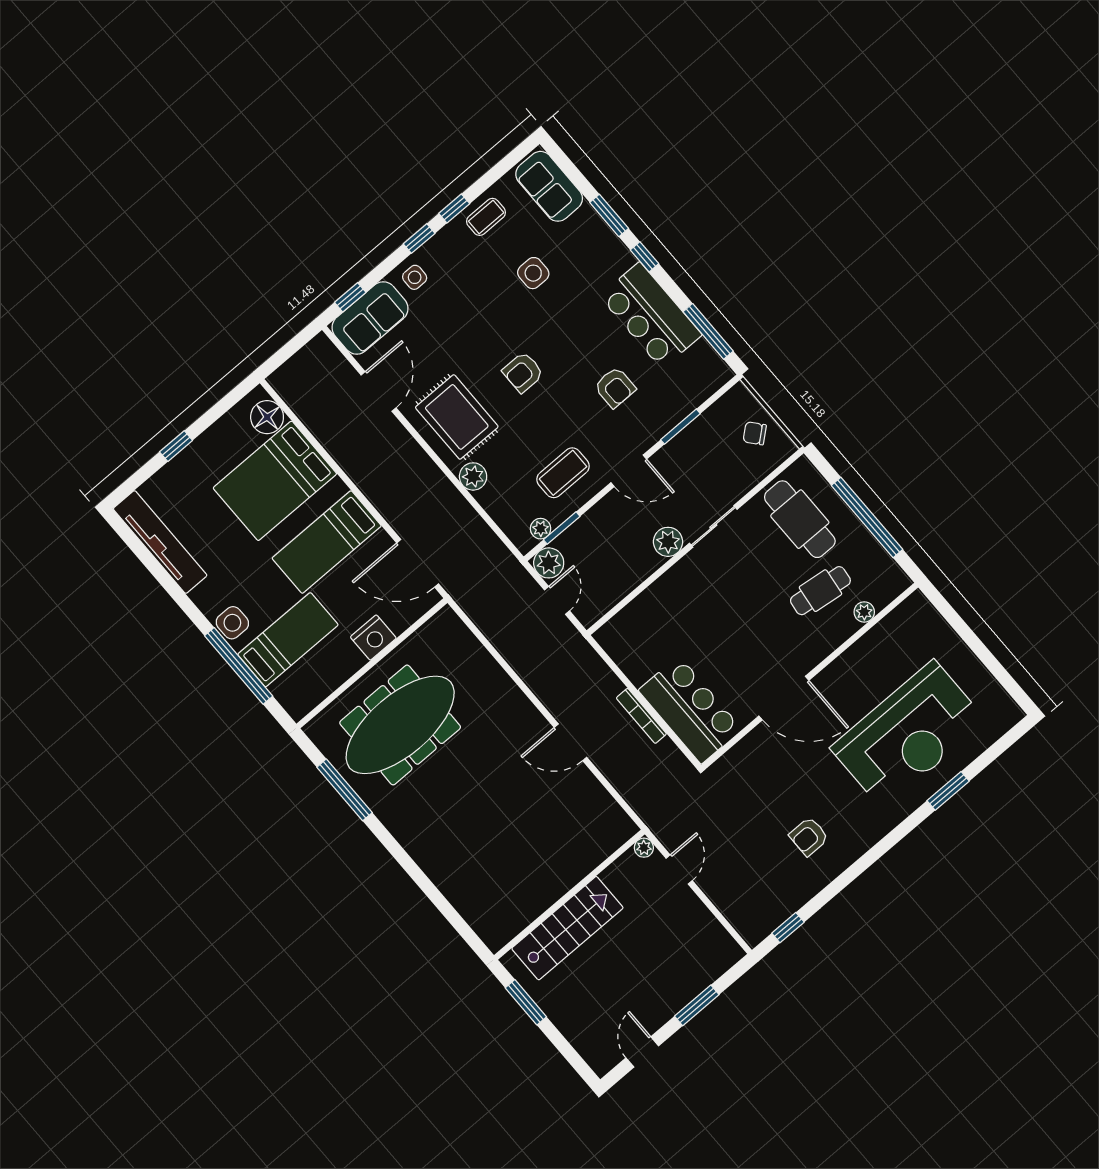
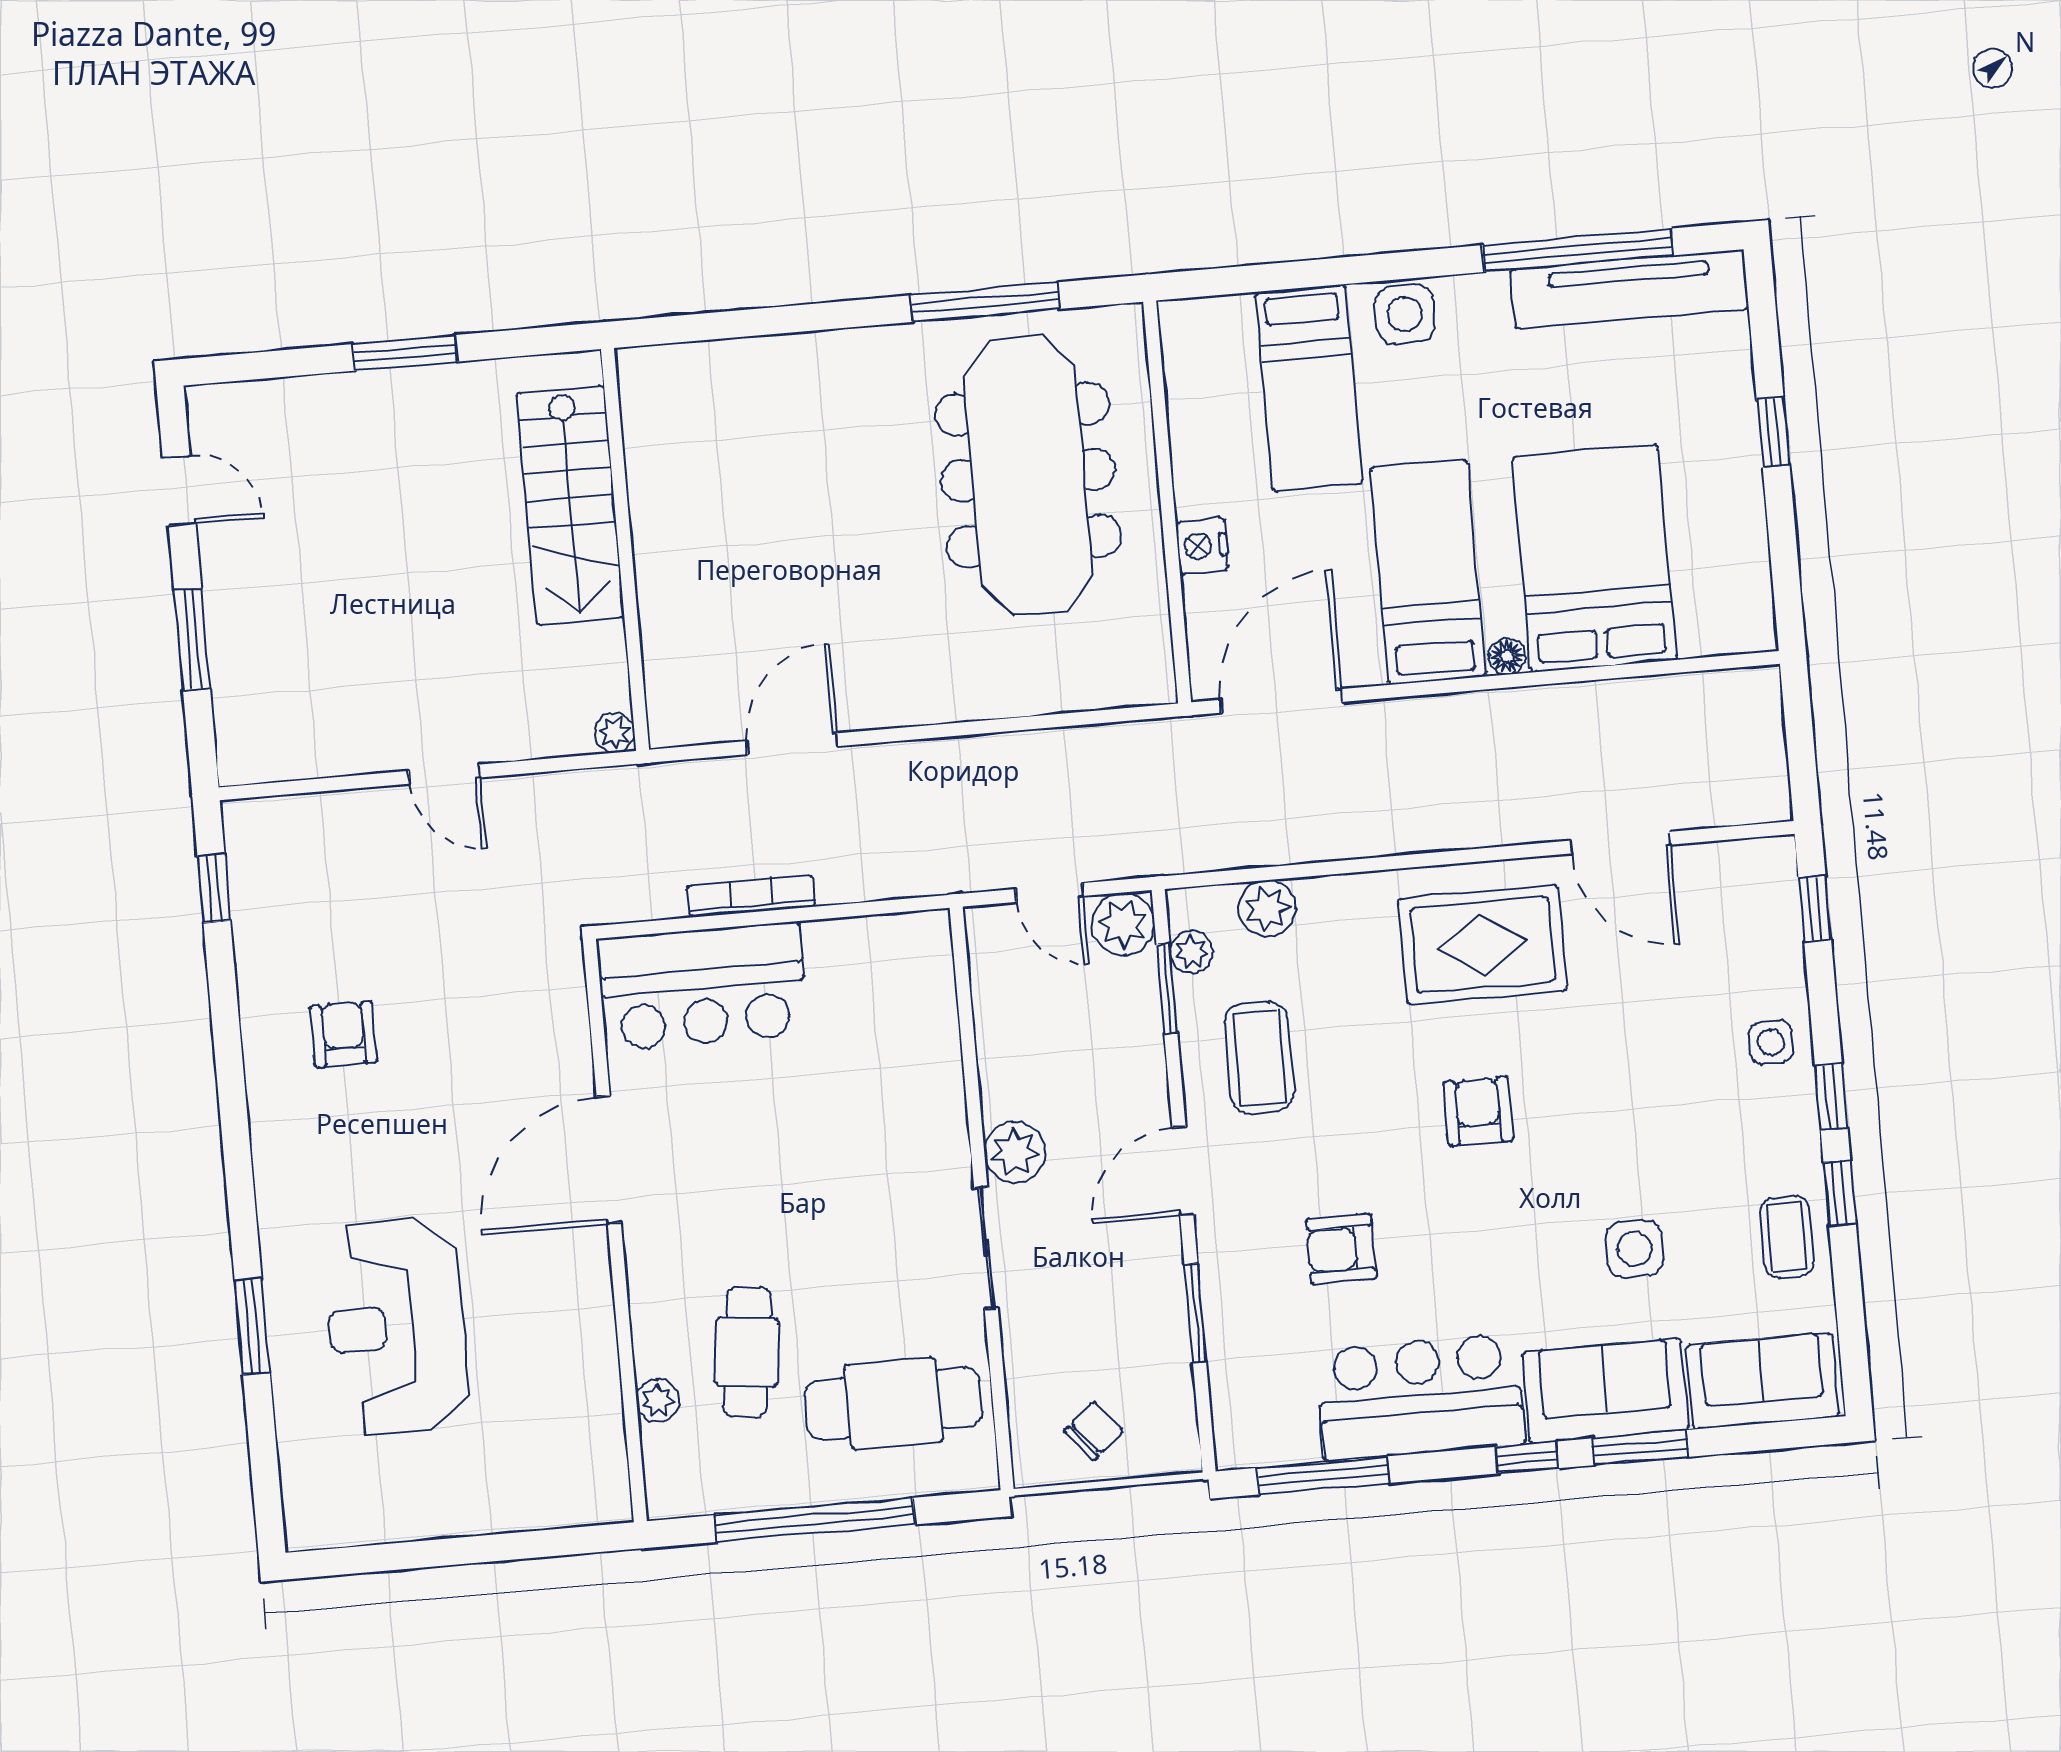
sofa: (370, 318) -> (1605, 1391), moved, turned 90
floor lamp: (267, 417) -> (1507, 656), moved, width x0.53, depth x0.53
plant: (473, 476) -> (1267, 909), moved
nightstand: (373, 637) -> (1202, 546), width x0.74, depth x0.75
window: (239, 666) -> (1578, 250), moved
reception desk: (908, 735) -> (396, 1327), width x0.74, depth x0.77
plant: (644, 848) -> (615, 733), moved
wall: (569, 895) -> (625, 549), moved
stairs: (567, 928) -> (571, 505), moved

